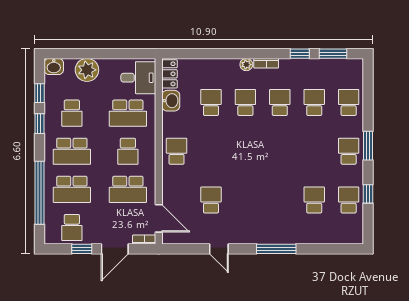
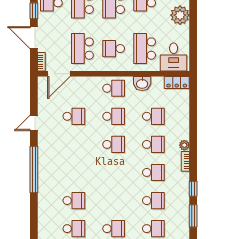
washbasin: (171, 101) -> (142, 83), moved
school desk: (211, 151) -> (114, 116), added
school desk: (245, 151) -> (114, 144), added
window: (276, 249) -> (34, 170), width x1.46

